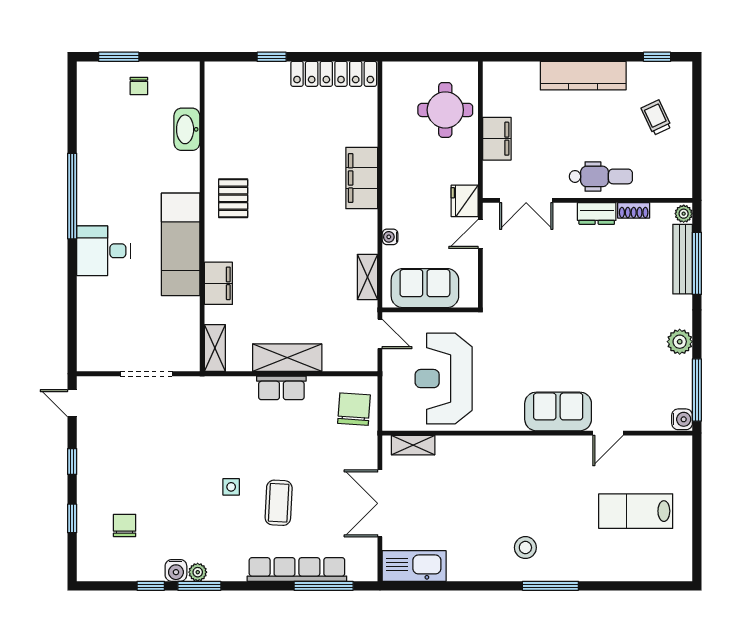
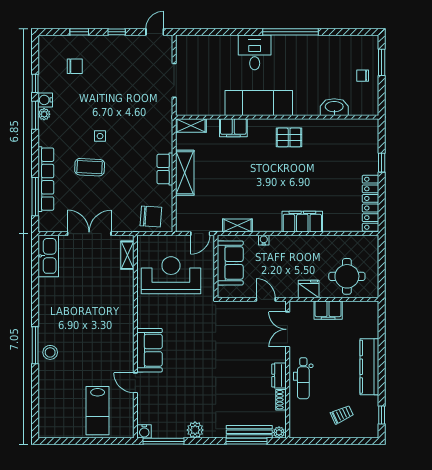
fridge: (465, 201) -> (309, 289), moved
lab bench: (636, 511) -> (98, 411), moved, turned 180
stool: (525, 548) -> (50, 352), moved

